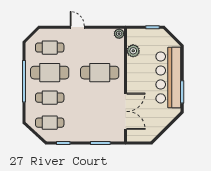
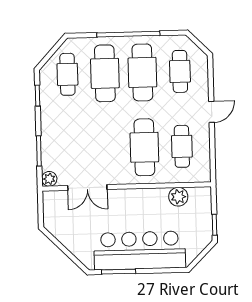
plant: (119, 34) -> (49, 179), moved
cafe table: (100, 48) -> (182, 146), added
cafe table: (50, 98) -> (105, 73), width x1.37, depth x1.35
double door: (125, 111) -> (87, 187), width x0.73

